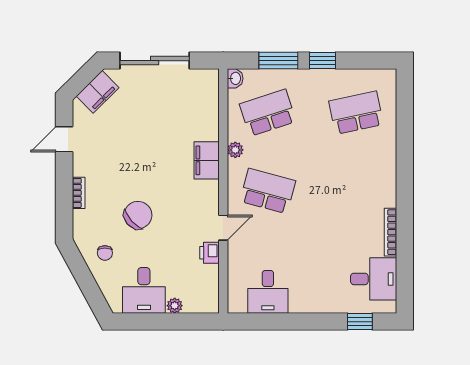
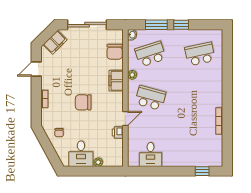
chair: (204, 109) -> (115, 52), added
chair: (138, 215) -> (83, 102), moved, turned -138
desk: (374, 279) -> (210, 147), removed

